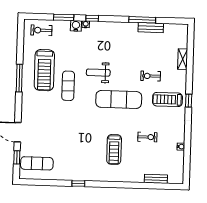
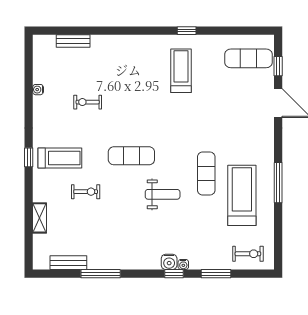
water cooler: (76, 26) -> (169, 262), moved
bench: (151, 28) -> (68, 263), moved
exercise mat: (119, 99) -> (131, 156), width x0.73, depth x0.69
treadmill: (114, 149) -> (181, 71), moved

